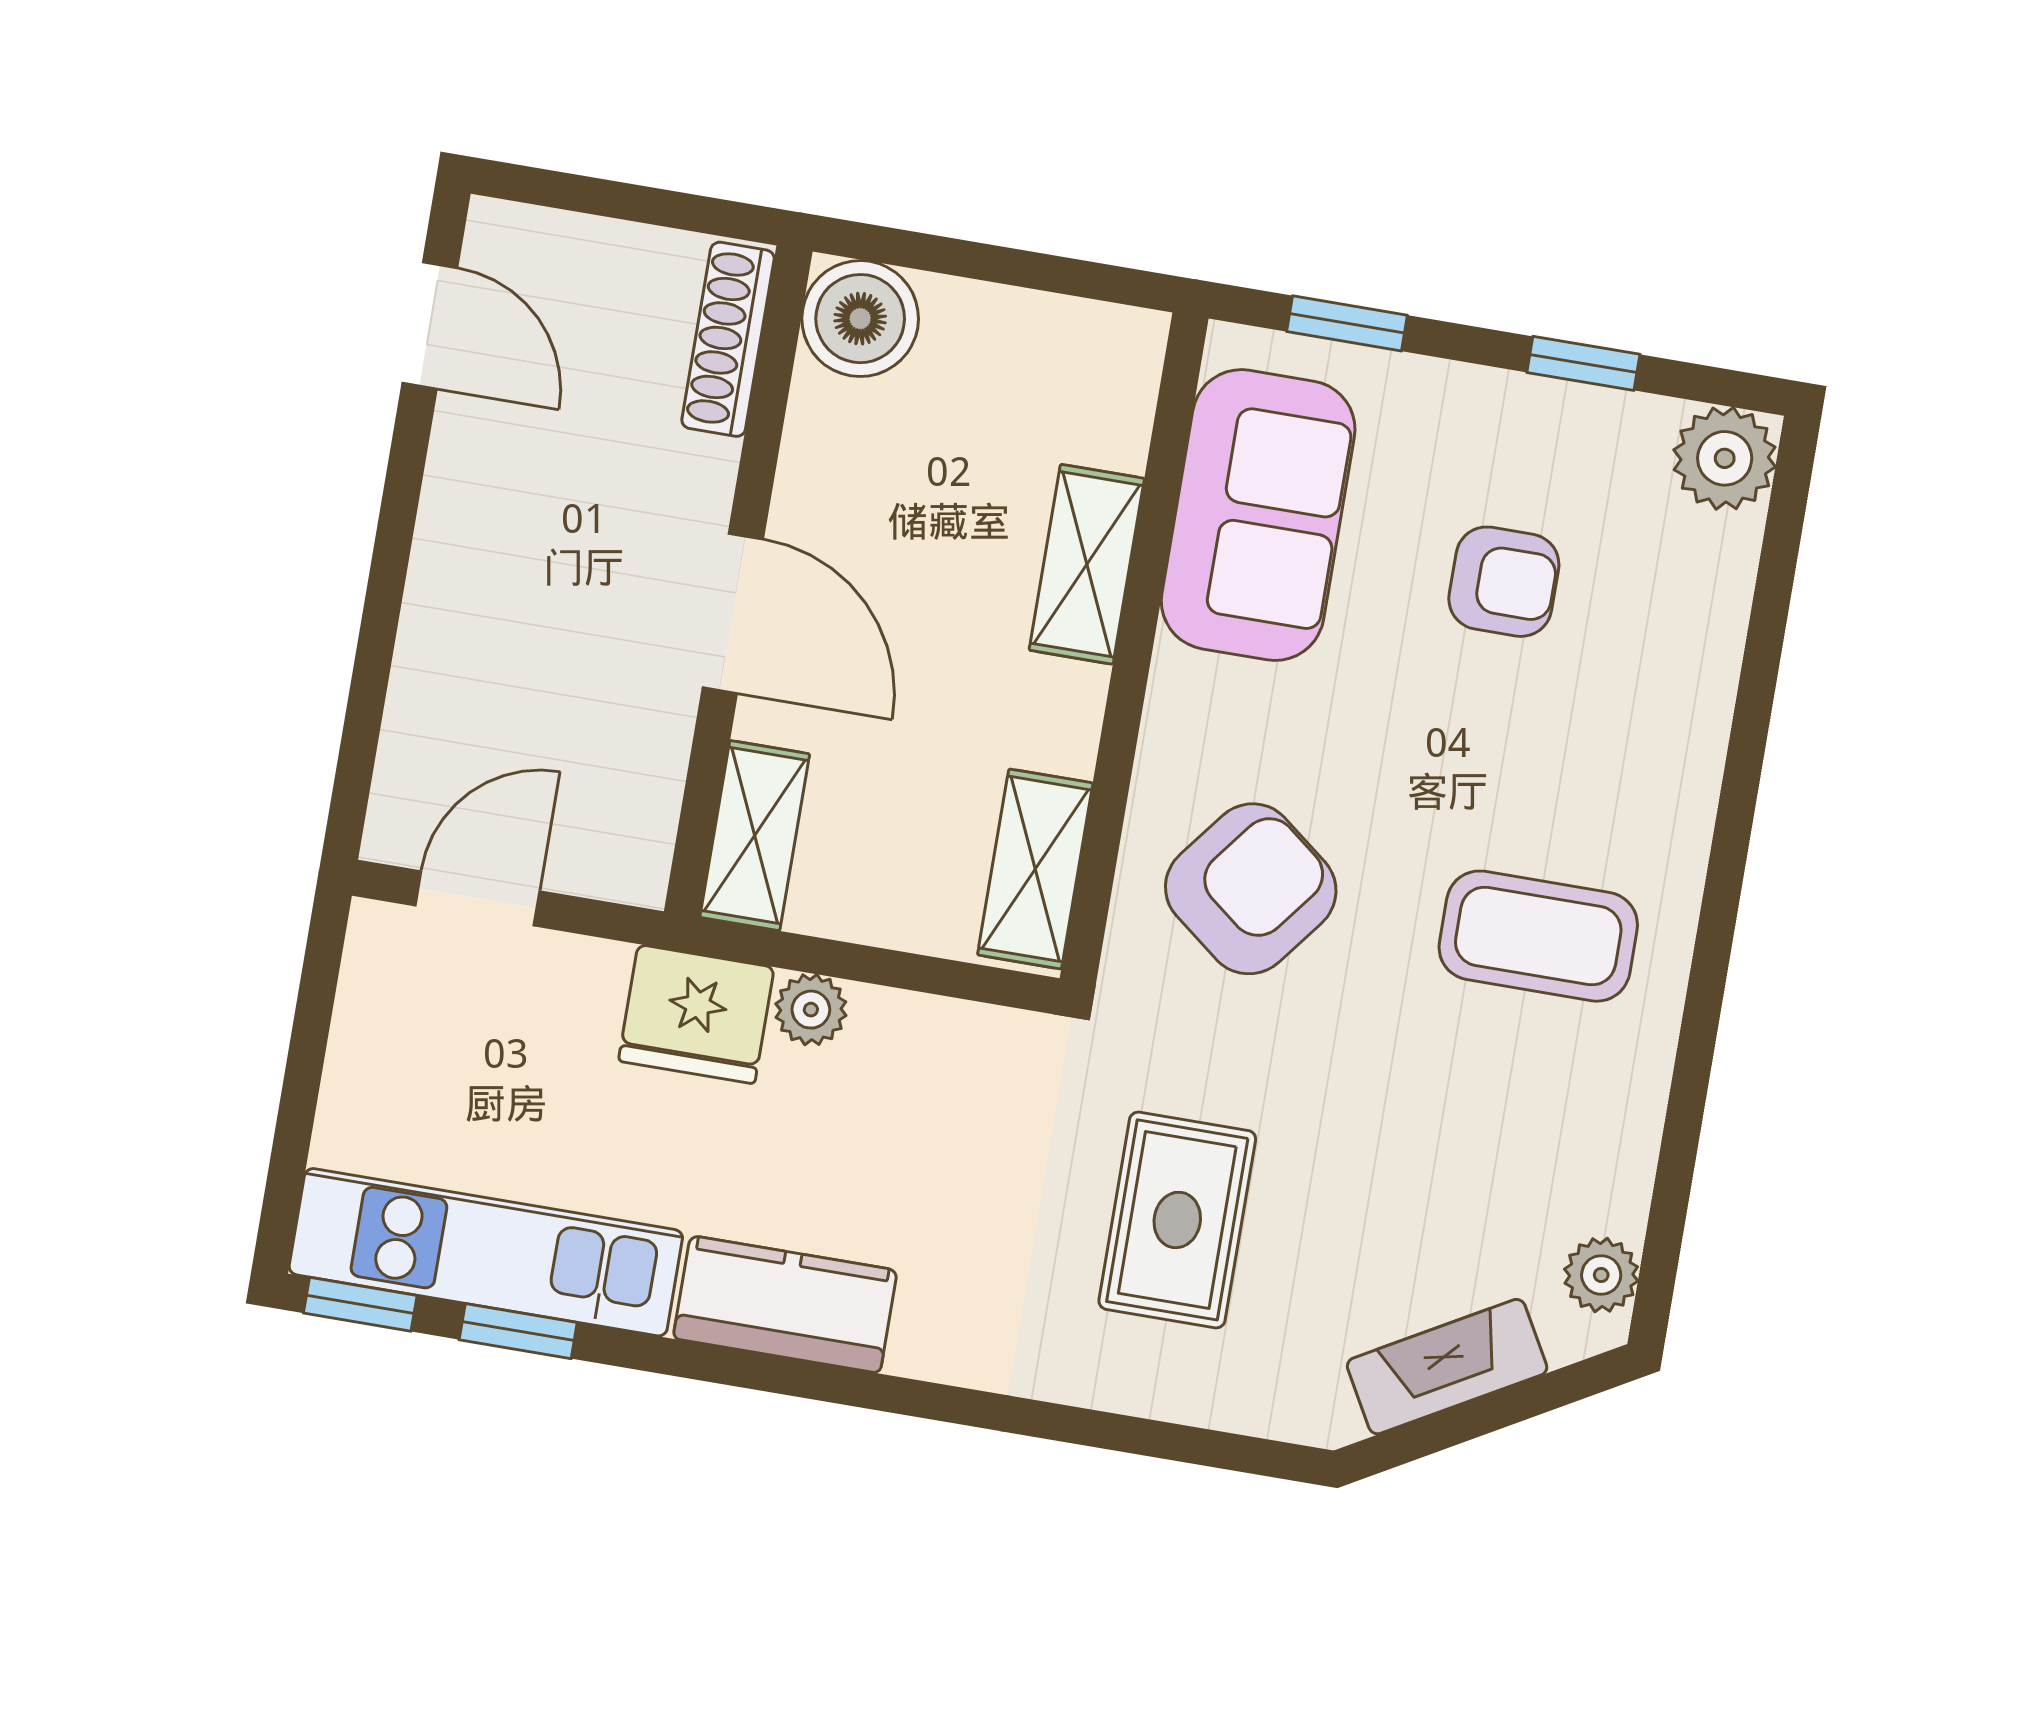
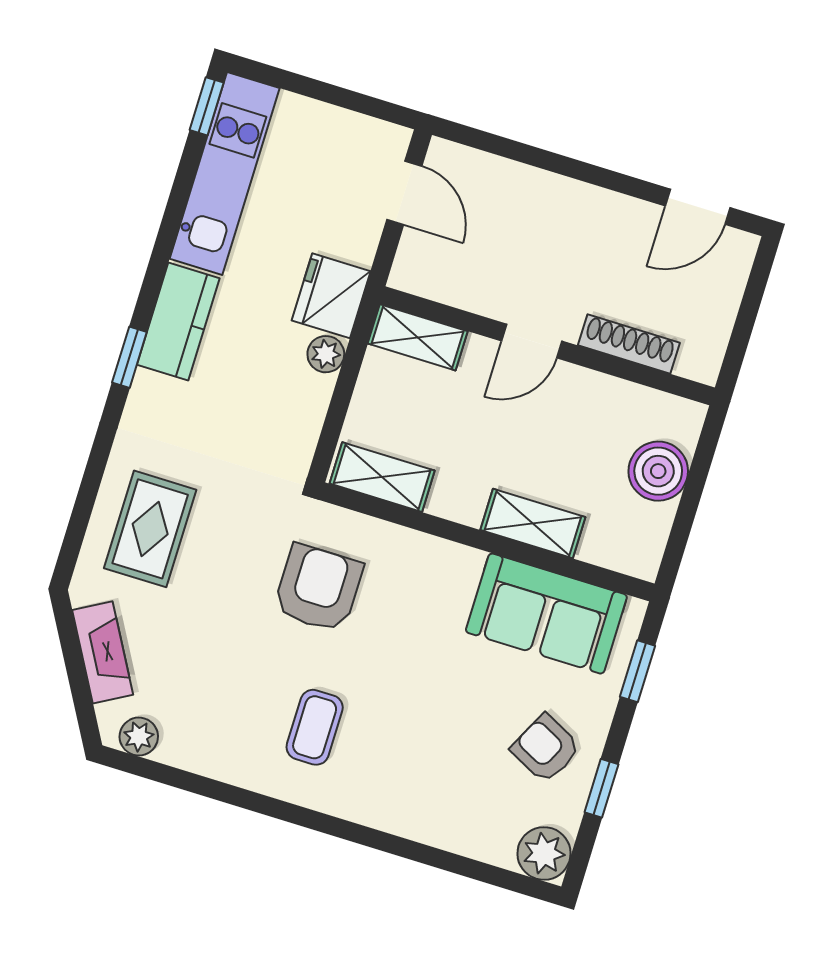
boiler: (860, 319) -> (658, 471), moved
shoe rack: (728, 339) -> (629, 344), moved
armchair: (1504, 582) -> (546, 748), moved, turned 117
door: (733, 613) -> (532, 341), width x0.73
armchair: (1251, 889) -> (318, 588), moved, turned -128
coffee table: (1538, 936) -> (315, 727), width x0.73, depth x0.77
rug: (1177, 1220) -> (150, 529), moved, turned 90
window: (518, 1331) -> (129, 357), moved

